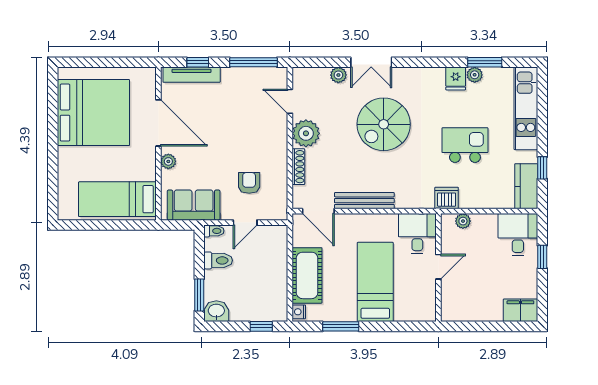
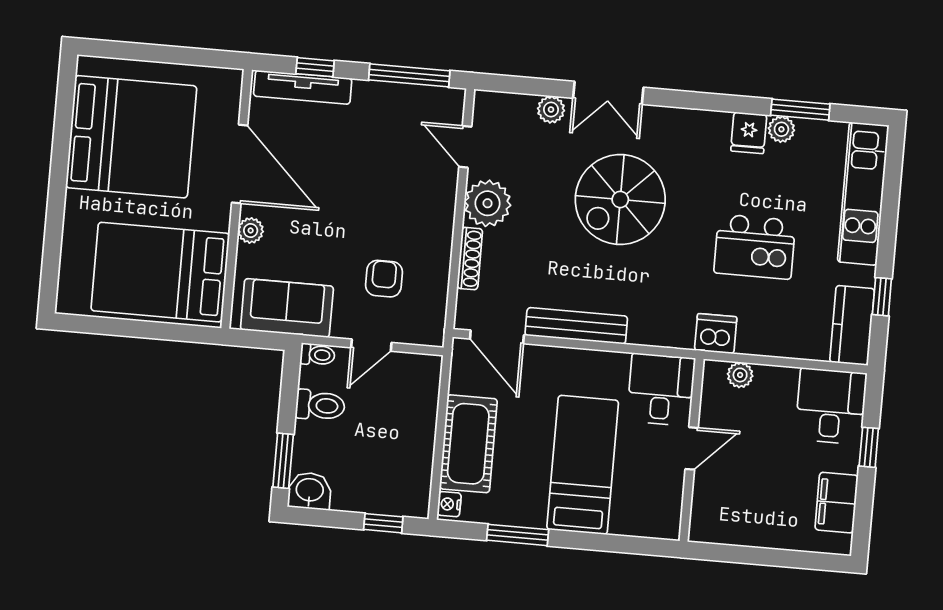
kitchen island: (465, 145) -> (755, 247), turned 180
bed: (117, 199) -> (160, 272), width x1.50
filing cabinet: (520, 310) -> (837, 503), moved, turned -90

